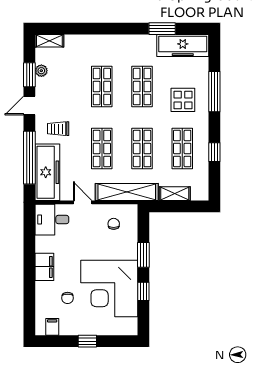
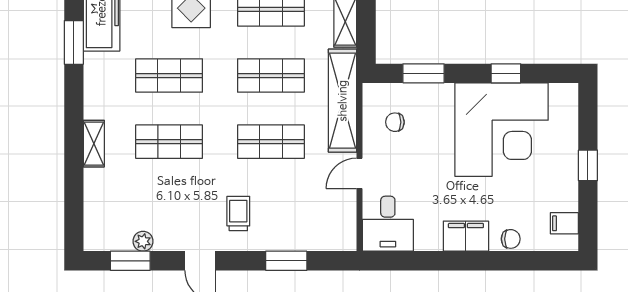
shelving: (49, 41) -> (94, 144), moved
window: (29, 75) -> (130, 261), moved
trolley: (58, 129) -> (238, 214), turned 180
window: (29, 158) -> (286, 261), width x0.47
freezer: (47, 172) -> (310, 231), removed
window: (143, 255) -> (424, 73), moved
chair: (68, 298) -> (511, 239), moved

